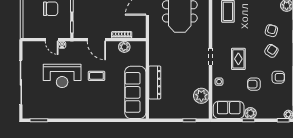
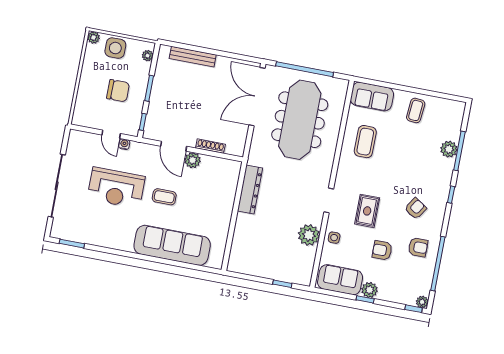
armchair: (271, 31) -> (421, 180), removed
plant: (124, 47) -> (193, 160), moved
dresser: (155, 82) -> (250, 190), moved
sofa: (135, 92) -> (172, 245), moved, turned 90
plant: (201, 96) -> (309, 235), moved

